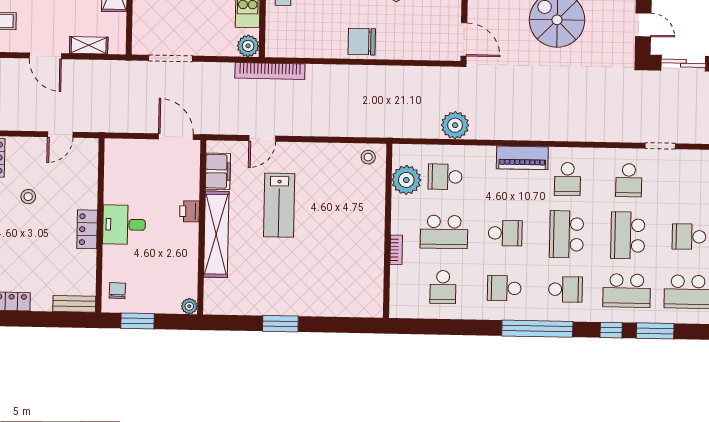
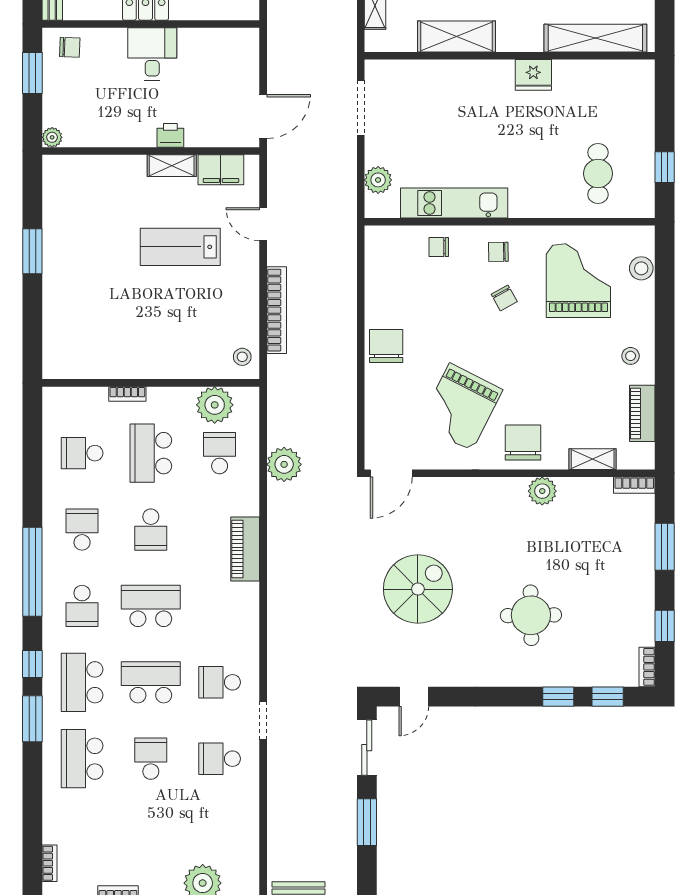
plant: (248, 46) -> (378, 180), moved
bookcase: (270, 71) -> (277, 310), moved, turned 180
school desk: (568, 179) -> (220, 759), moved
shelving: (216, 234) -> (172, 166), width x0.45, depth x0.75

